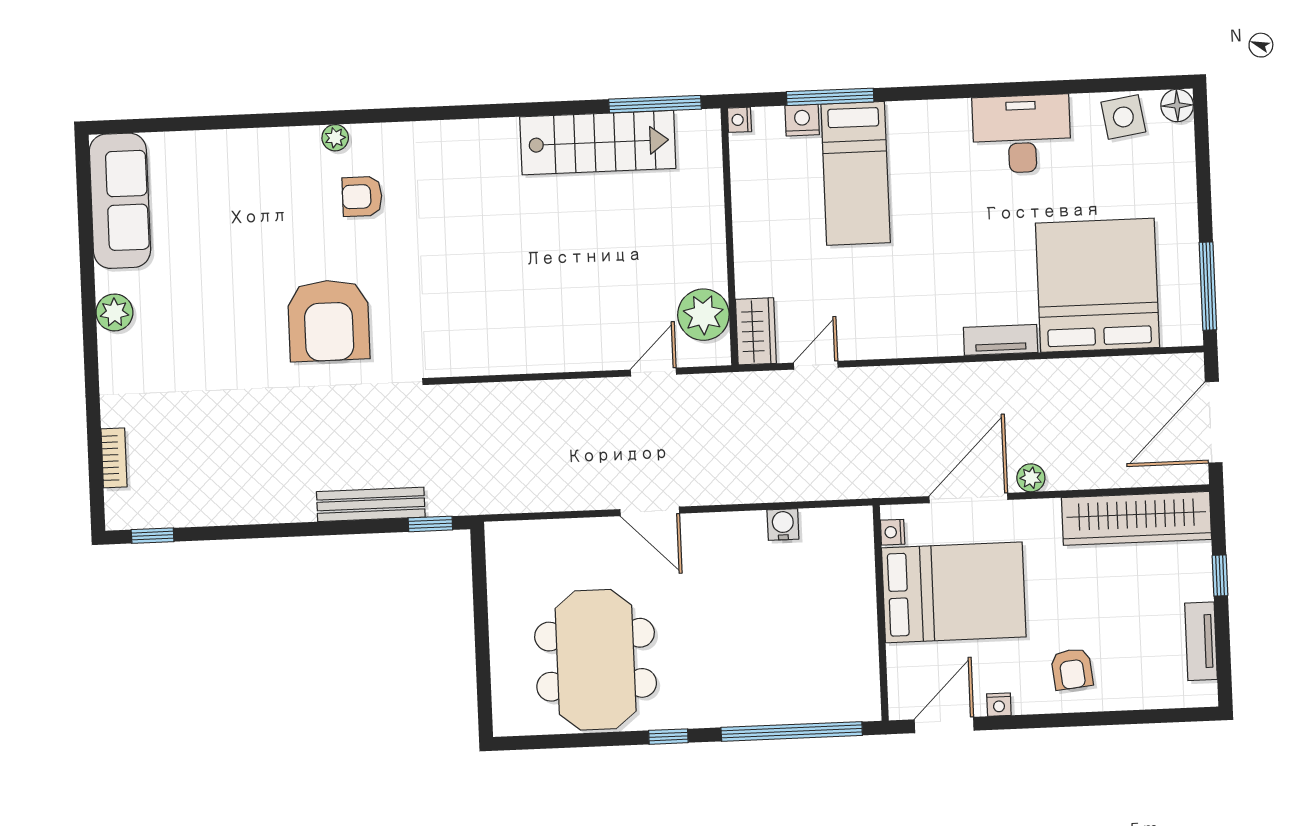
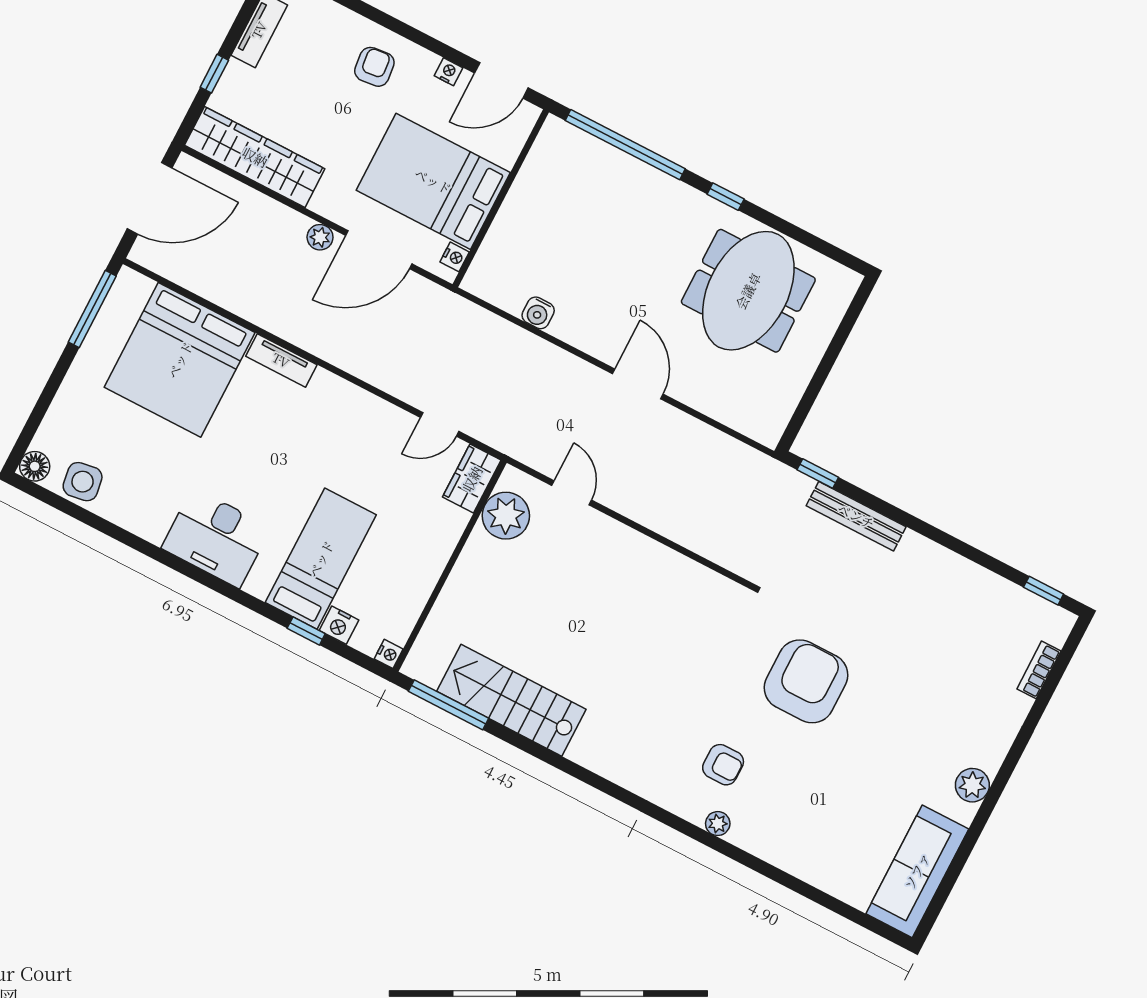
window: (830, 97) -> (306, 631), width x0.46
desk: (1022, 134) -> (216, 538), moved
door: (653, 372) -> (572, 493), swing flipped

